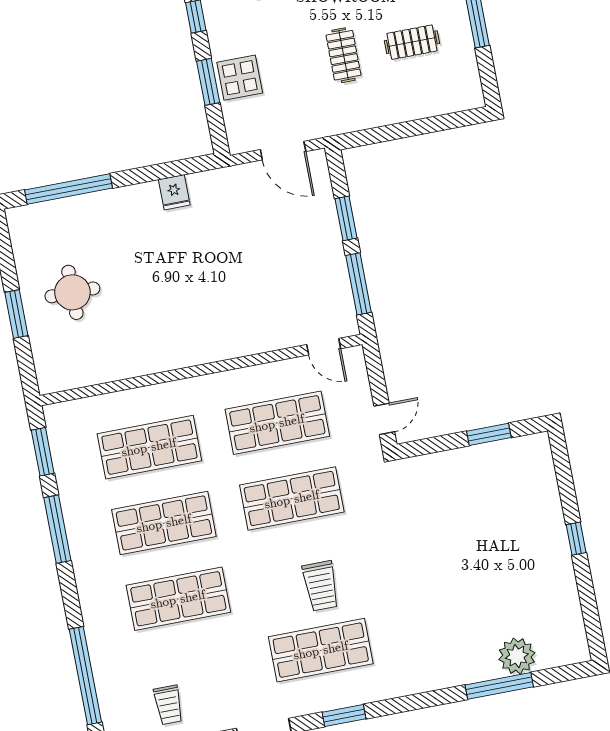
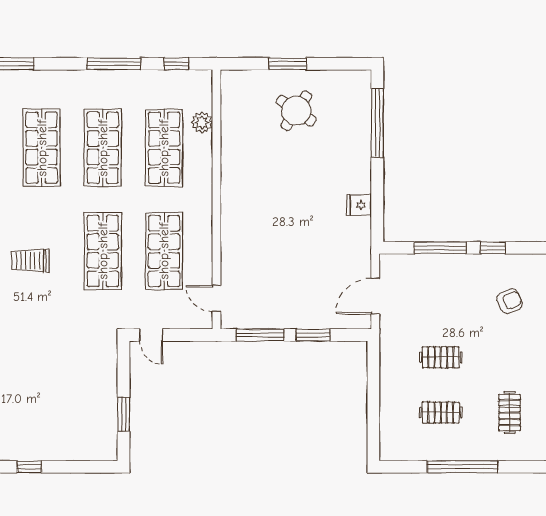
clothes rail: (412, 42) -> (441, 413), turned 90
display table: (240, 78) -> (439, 273), removed
window: (208, 82) -> (440, 248), width x1.44
round table: (72, 292) -> (296, 111), turned 34
door: (324, 347) -> (217, 298), hinge flipped
plant: (109, 406) -> (202, 122), added
window: (43, 452) -> (176, 64), width x0.67

